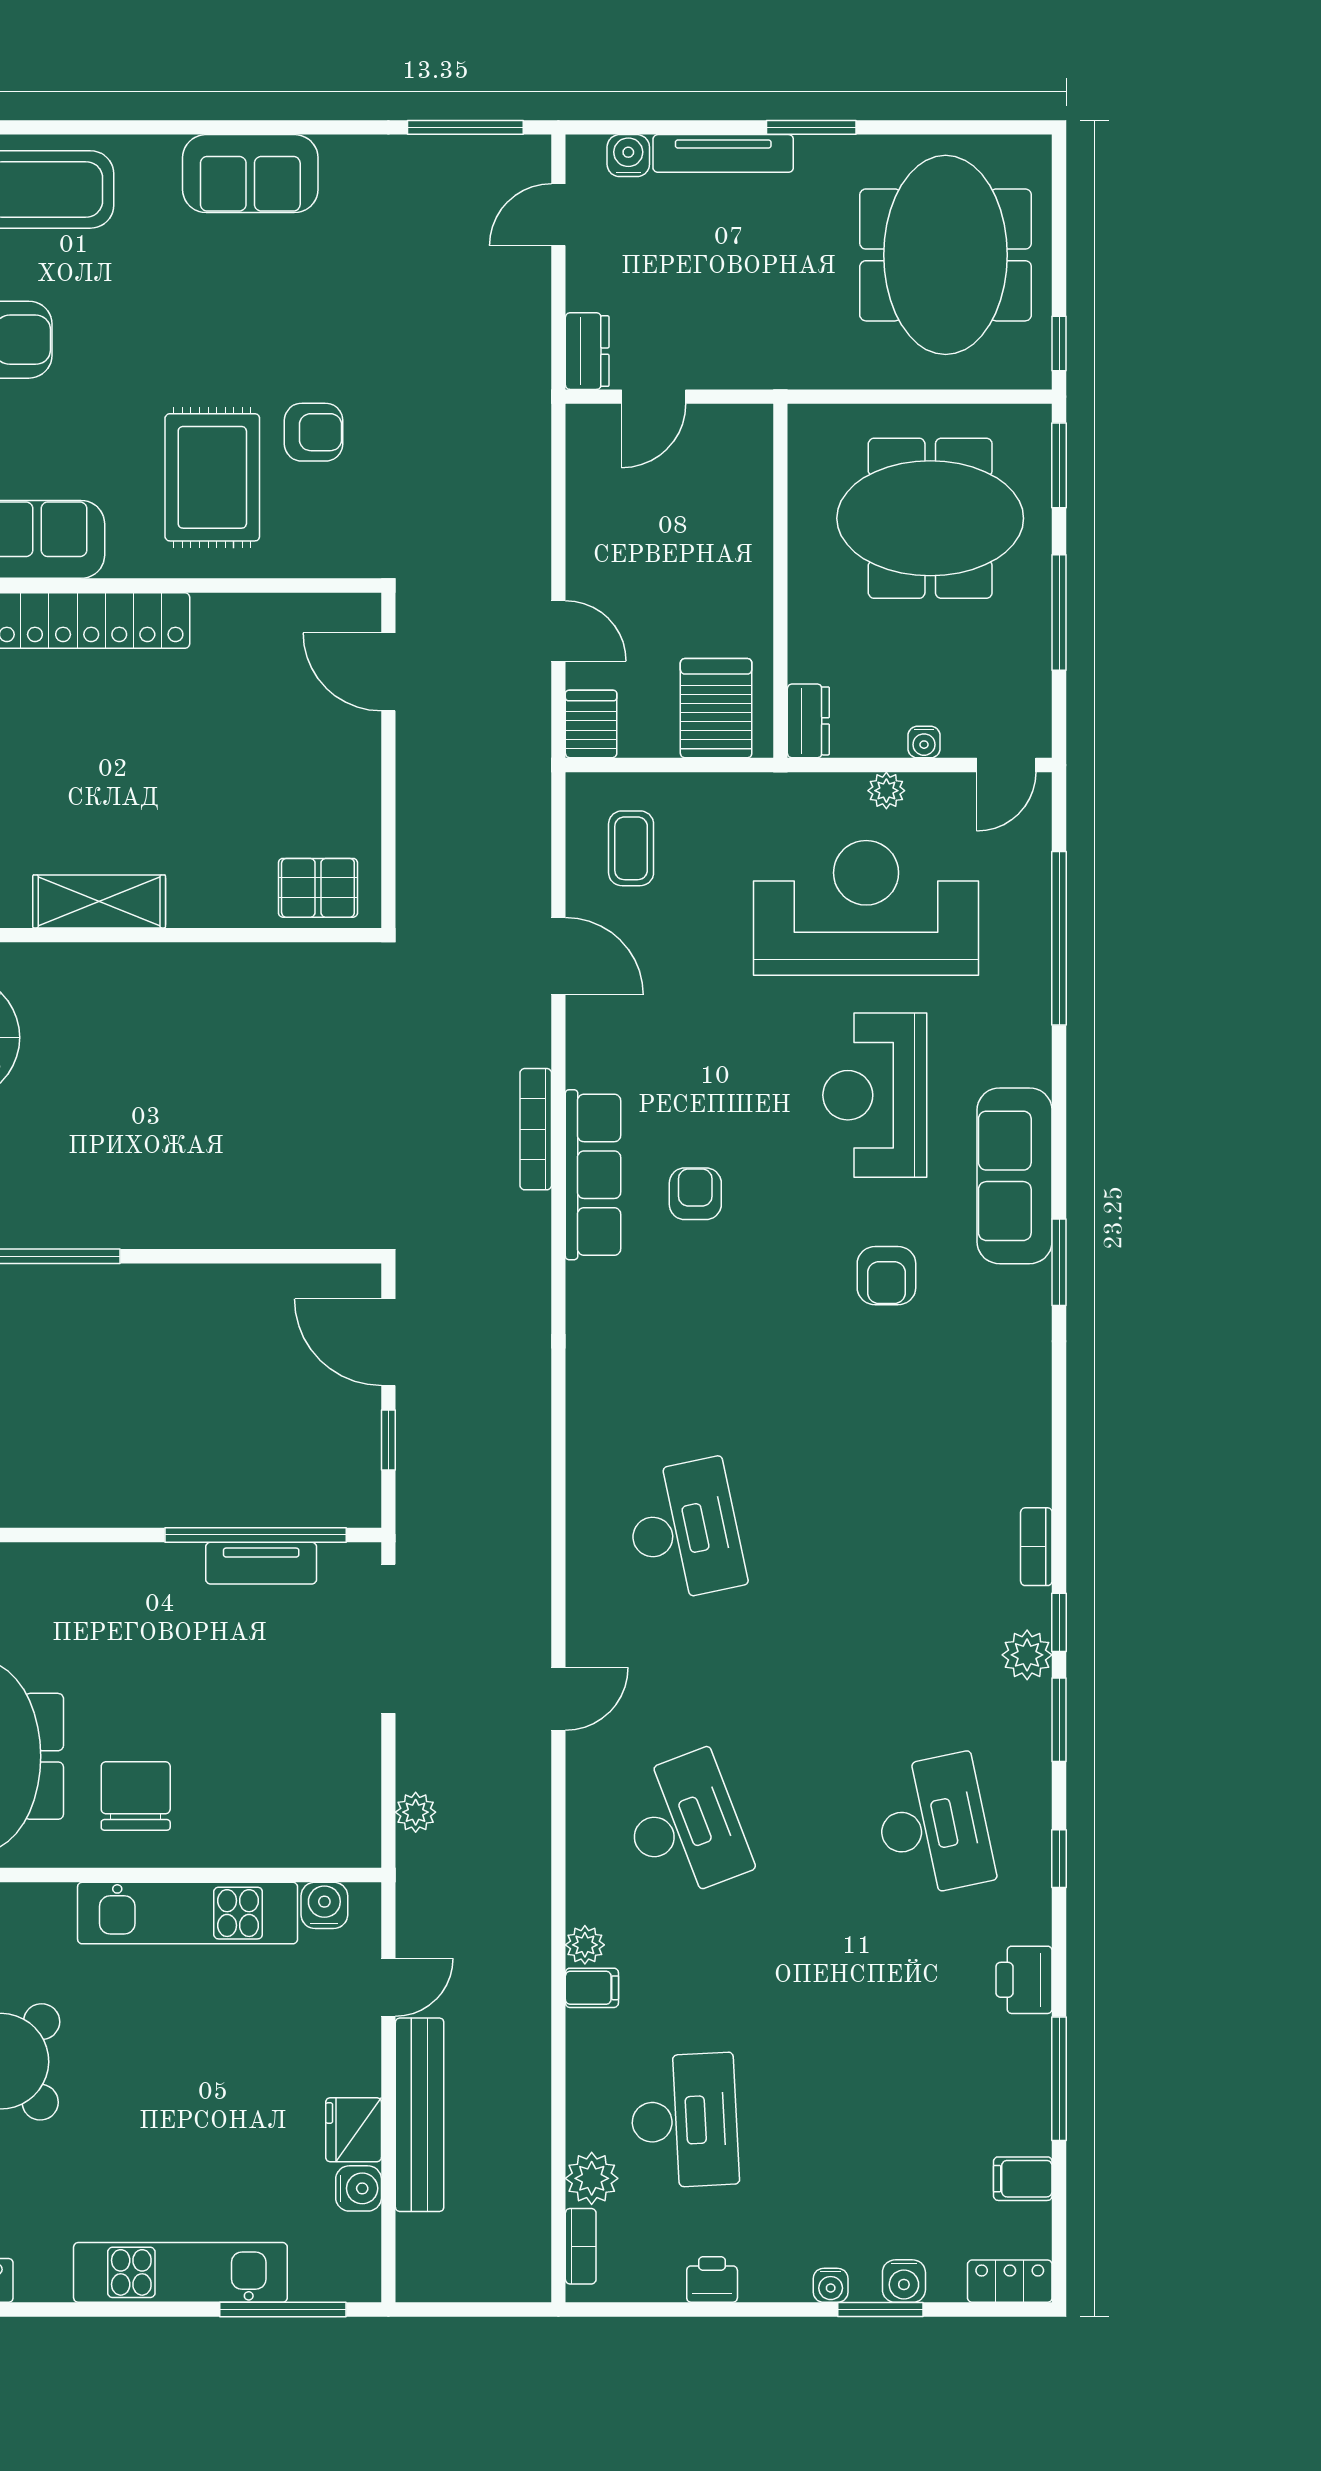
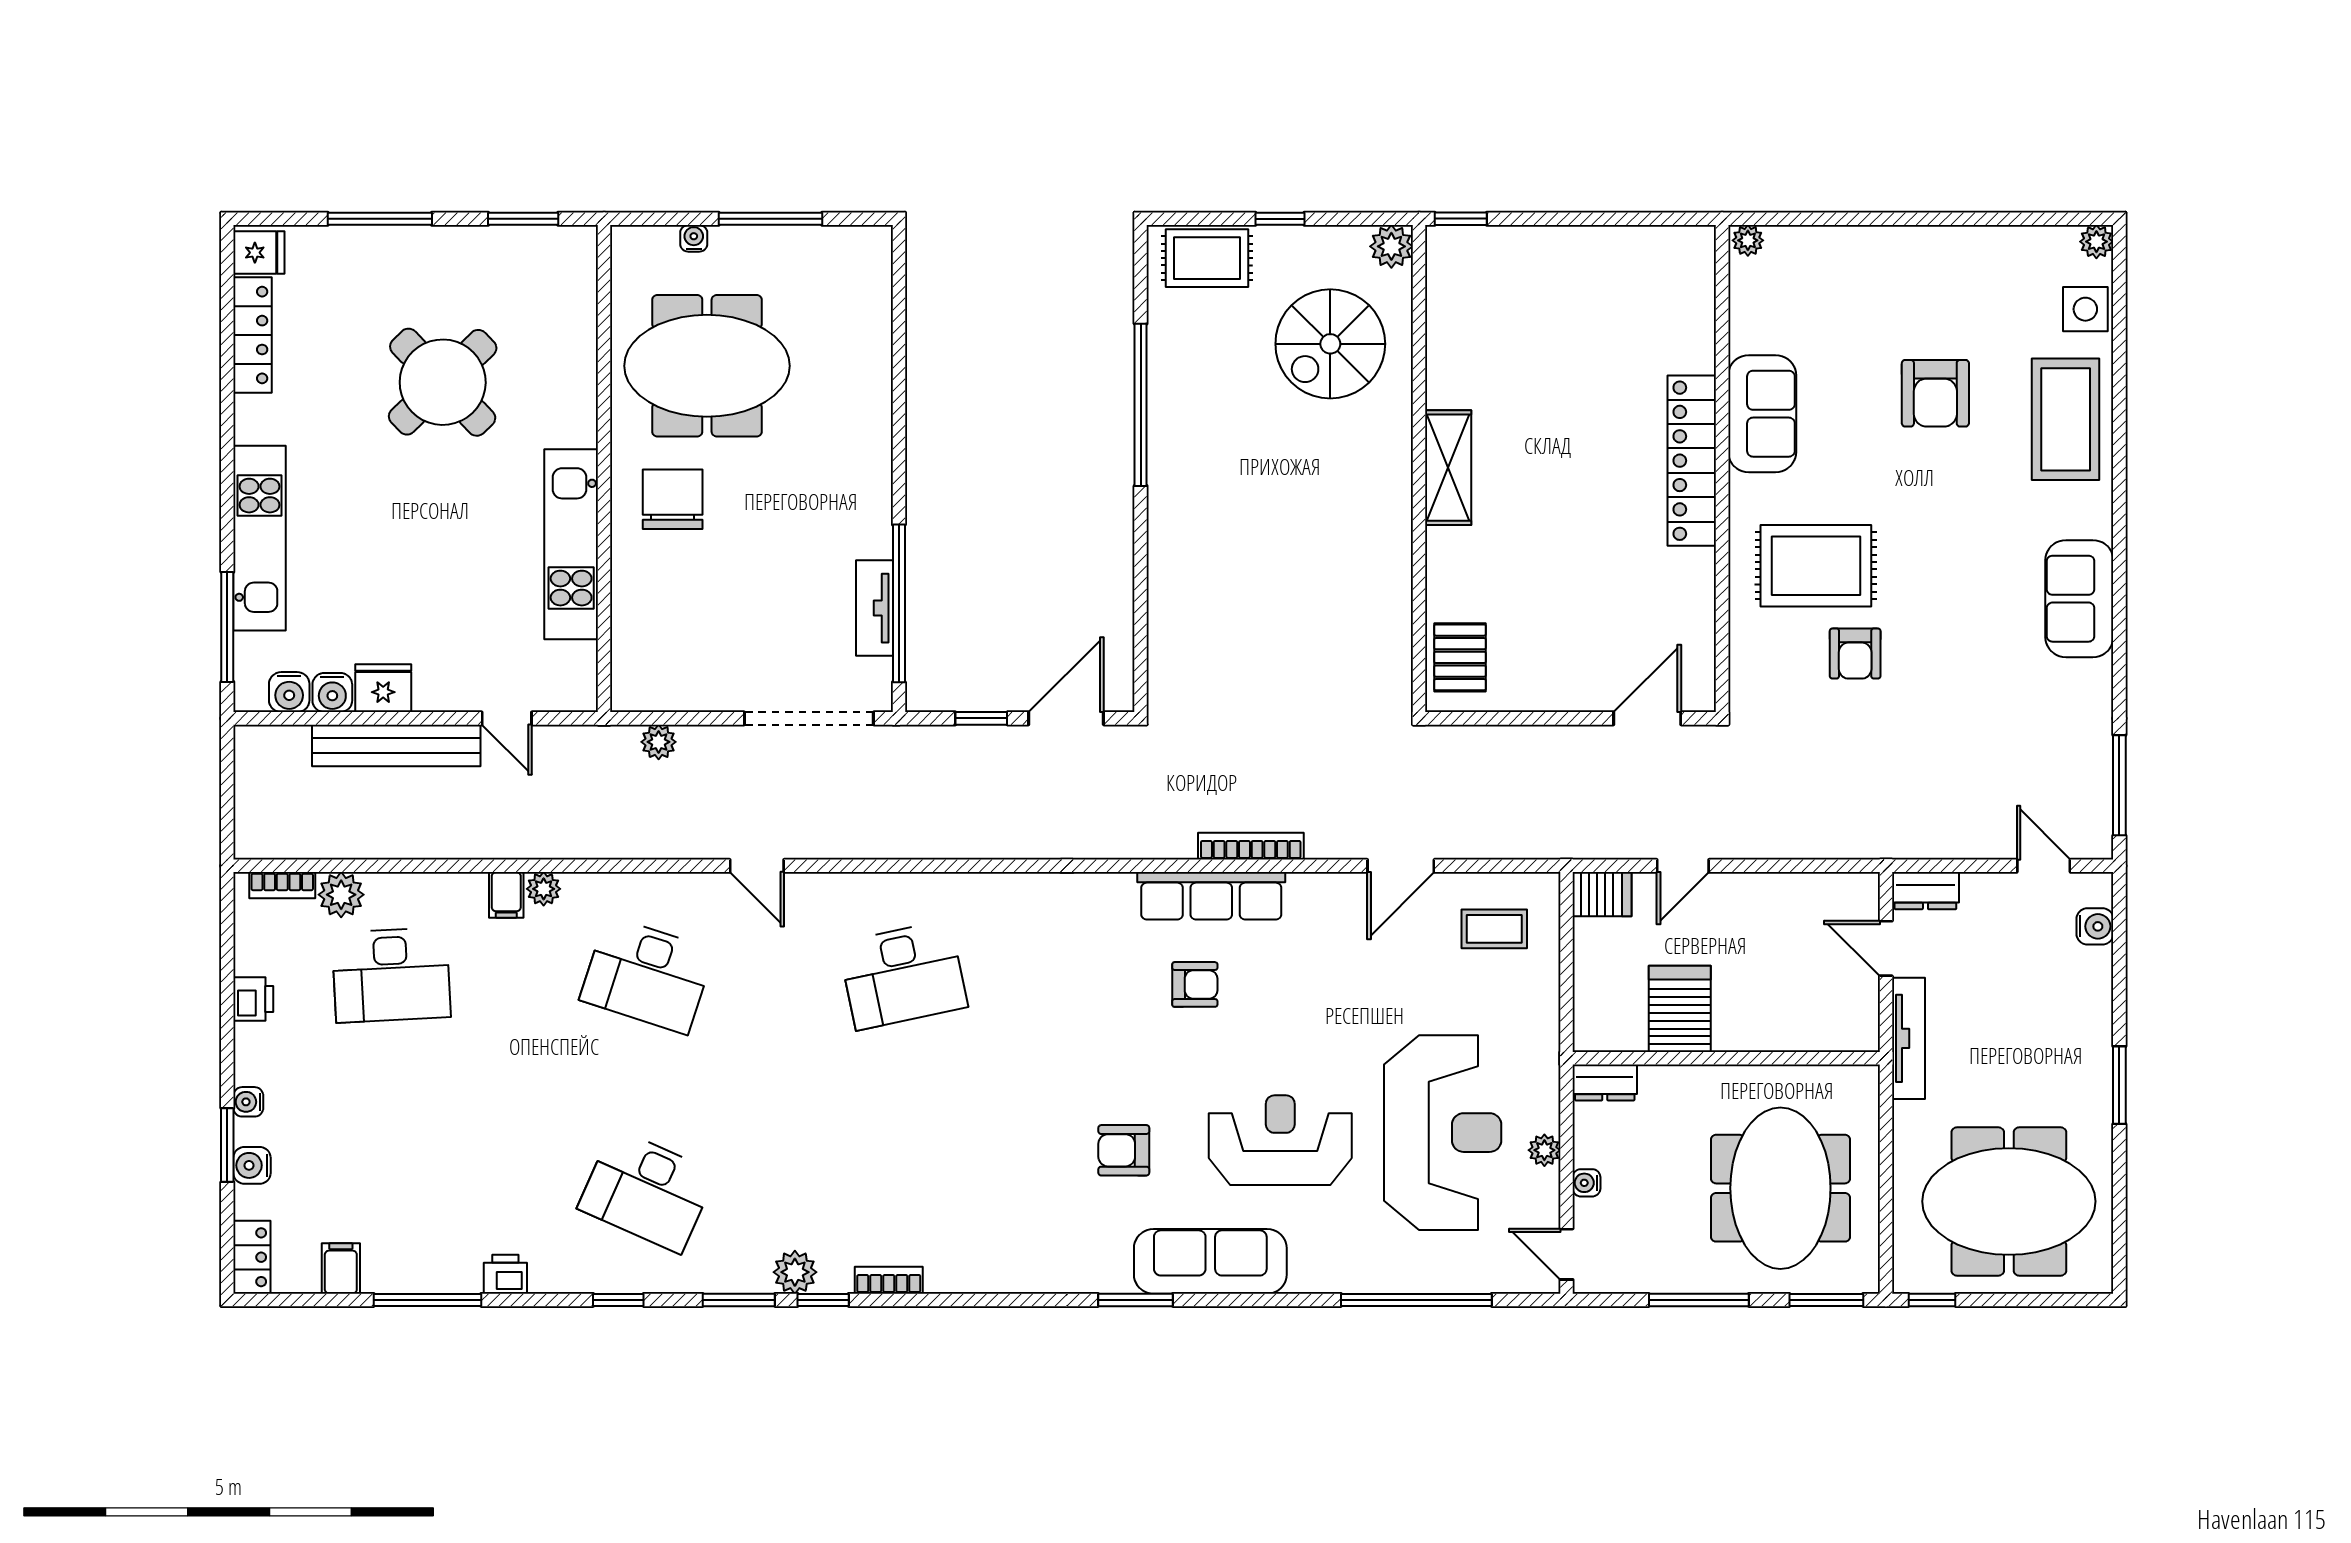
tv unit: (723, 153) -> (1909, 1038), moved, turned 180
server rack: (716, 708) -> (1680, 1009), moved, turned -90
chair: (136, 1796) -> (673, 499), turned -90
desk: (684, 1825) -> (647, 975), turned 39
desk: (933, 1825) -> (647, 1191), turned 36
water cooler: (324, 1905) -> (289, 692), moved, turned 90
printer: (1024, 1980) -> (505, 1274), width x0.73, depth x0.81

